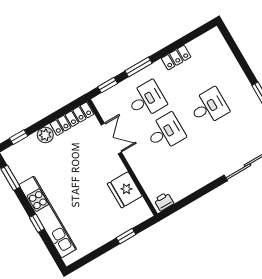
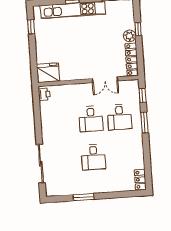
locker: (176, 58) -> (140, 180), moved
window: (19, 137) -> (138, 29), moved
fridge: (125, 190) -> (48, 73), moved
window: (126, 236) -> (31, 27), moved

